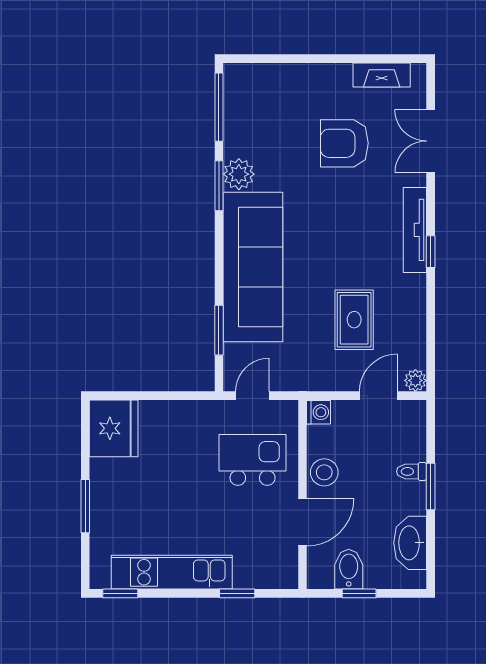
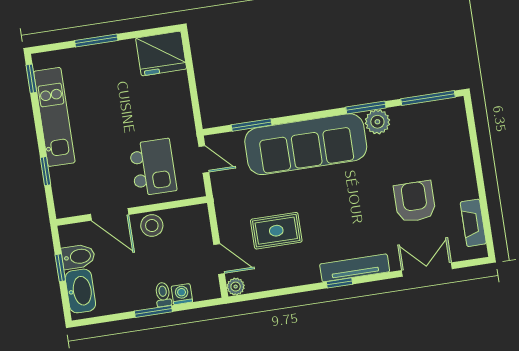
washing machine: (319, 412) -> (182, 294), moved, turned 180
washbasin: (410, 543) -> (80, 291), moved, turned 90

